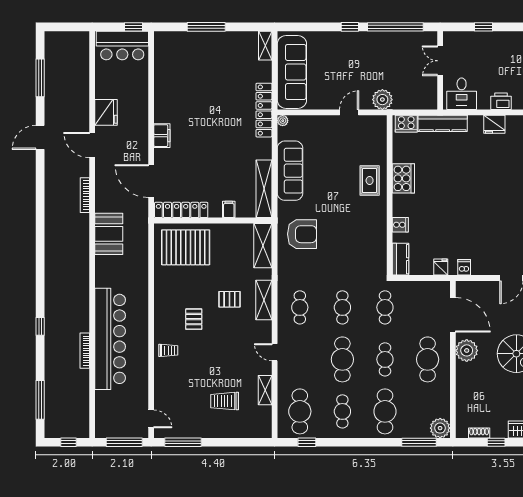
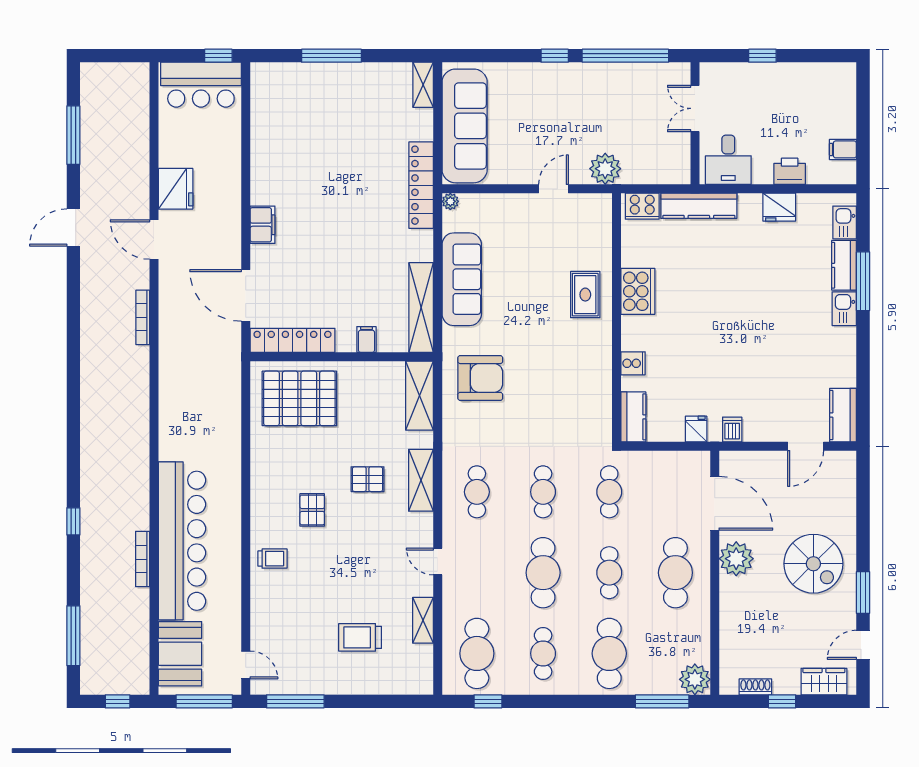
booth: (109, 234) -> (180, 654), moved

